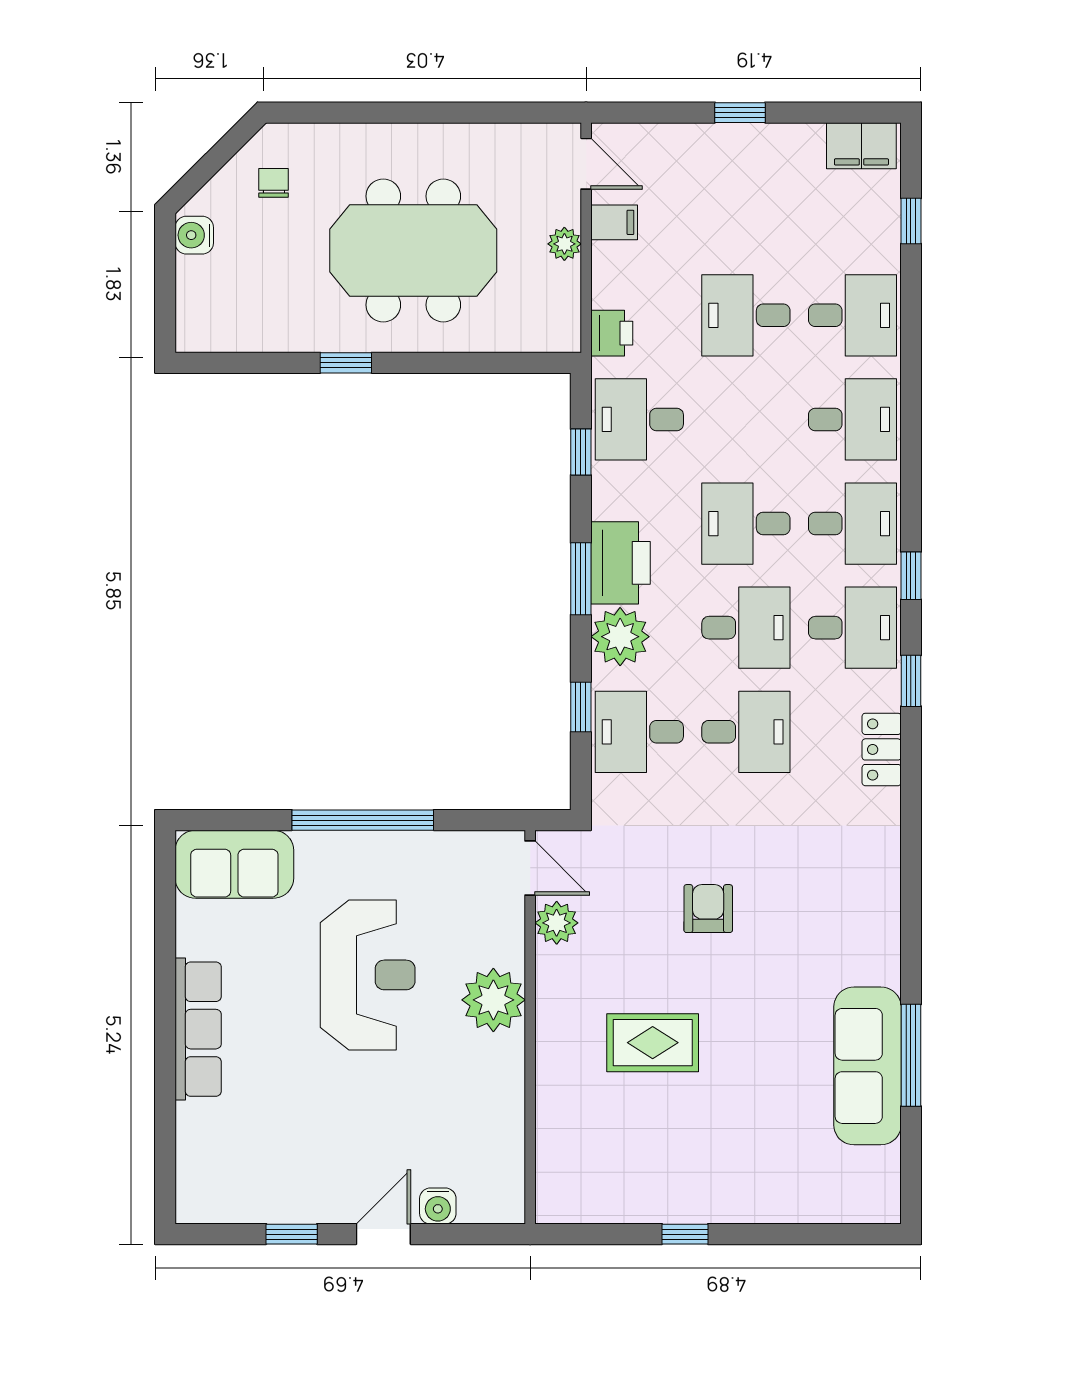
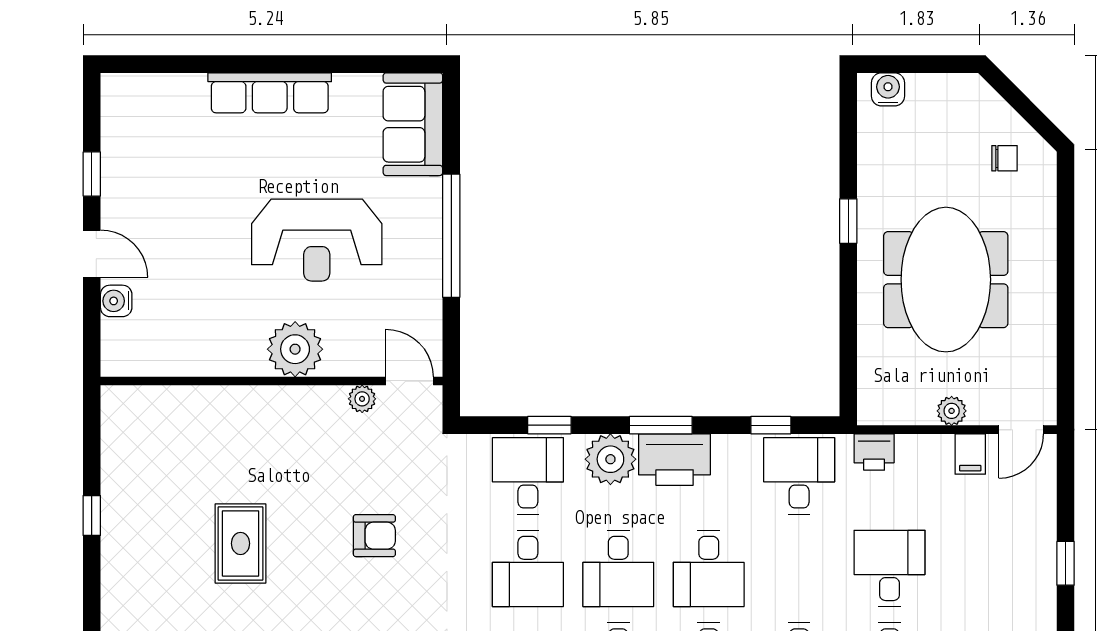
water cooler: (194, 235) -> (888, 89), moved
desk: (746, 524) -> (709, 568), turned 180
door: (530, 868) -> (410, 381), swing flipped
plant: (557, 923) -> (362, 399), width x0.73, depth x0.73
rug: (653, 1043) -> (241, 543), moved

